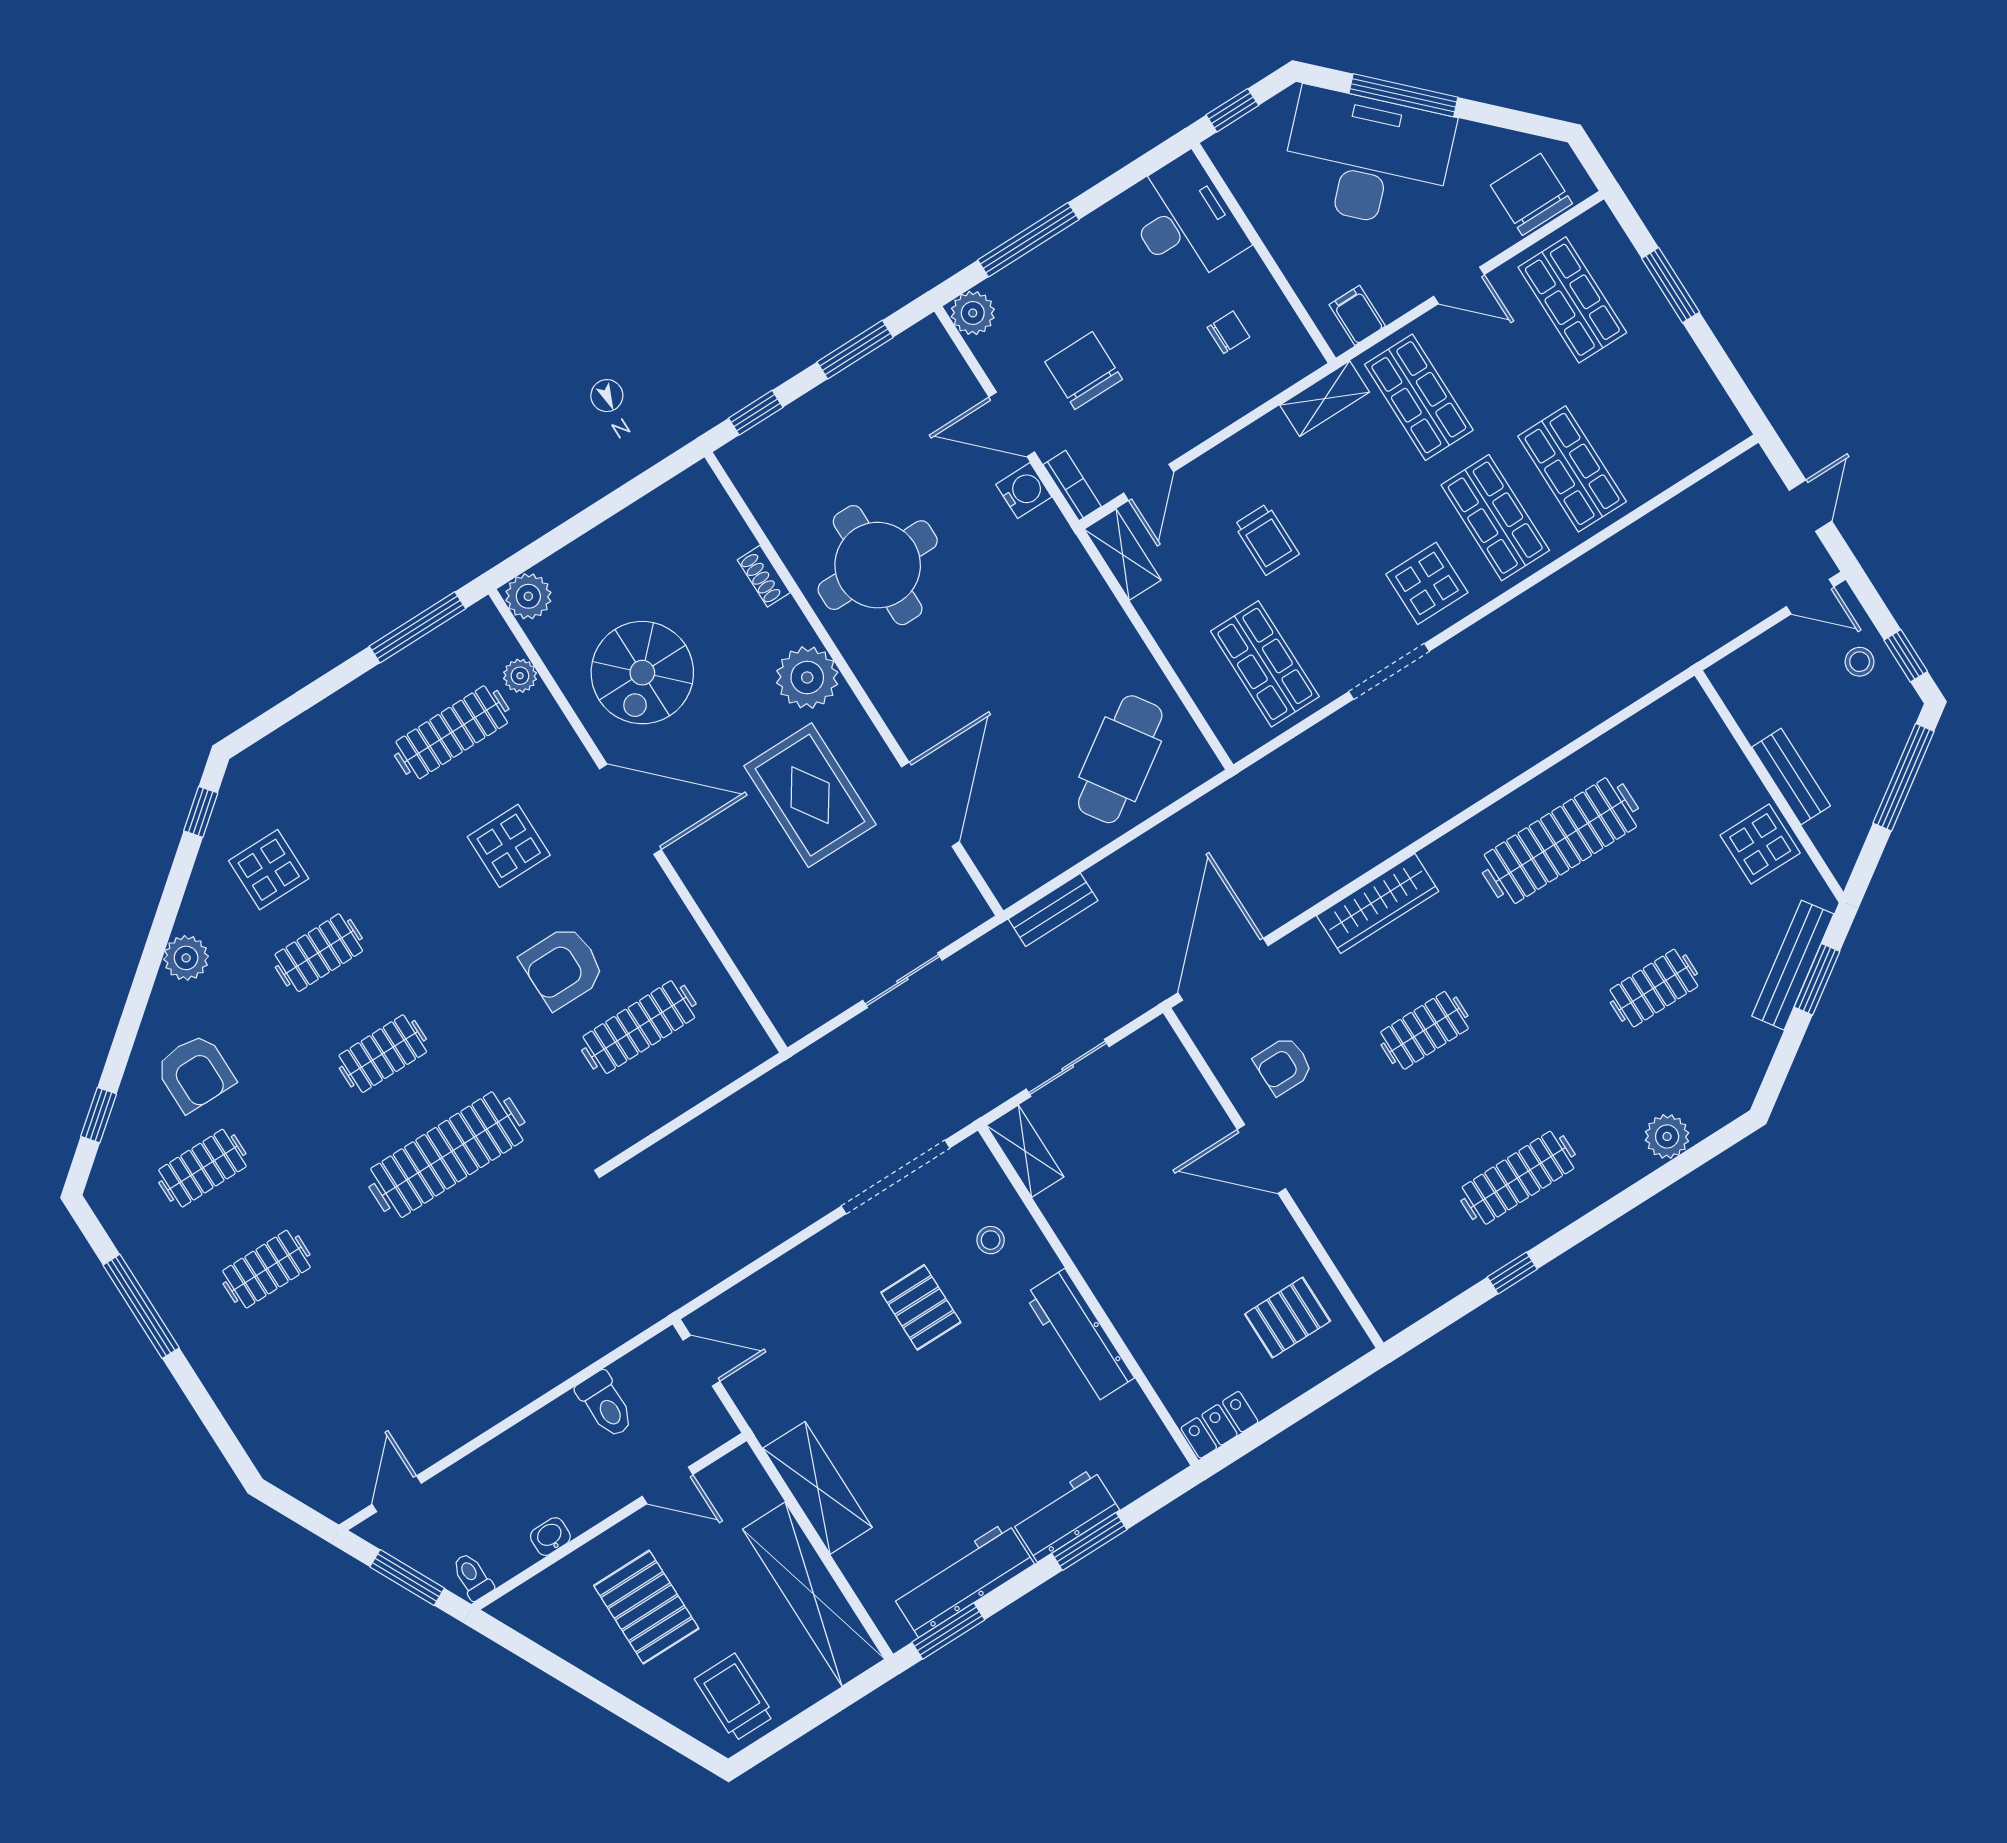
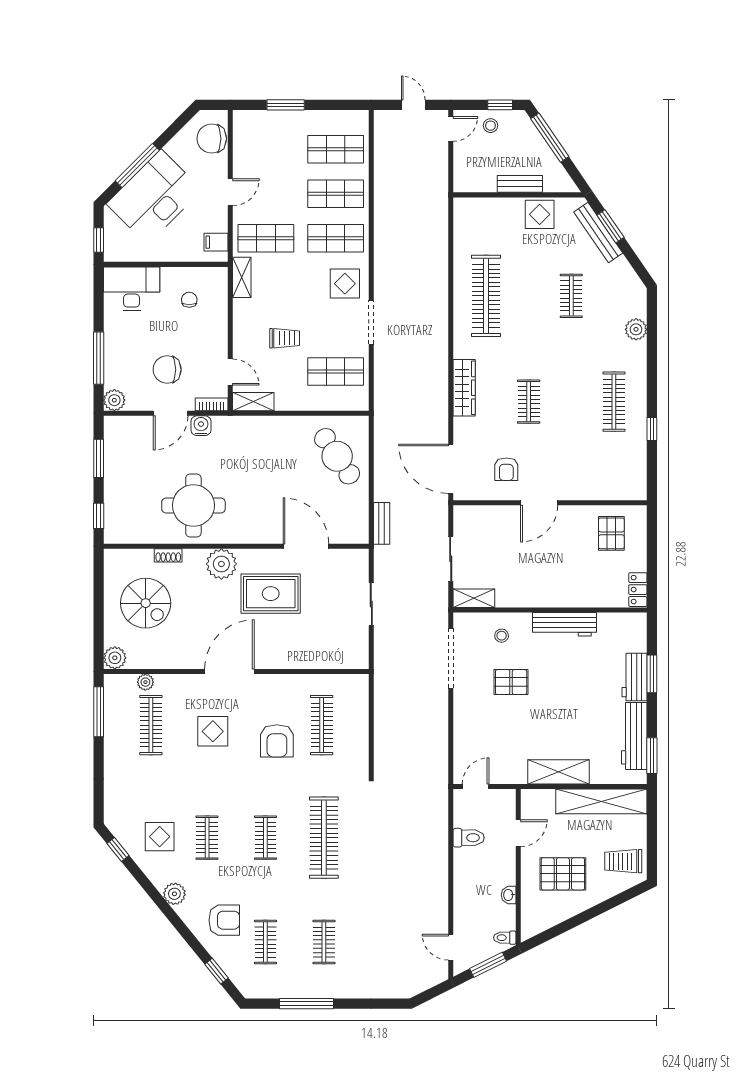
shop shelf: (1572, 300) -> (336, 149), moved
spiral stairs: (642, 673) -> (146, 603), moved

